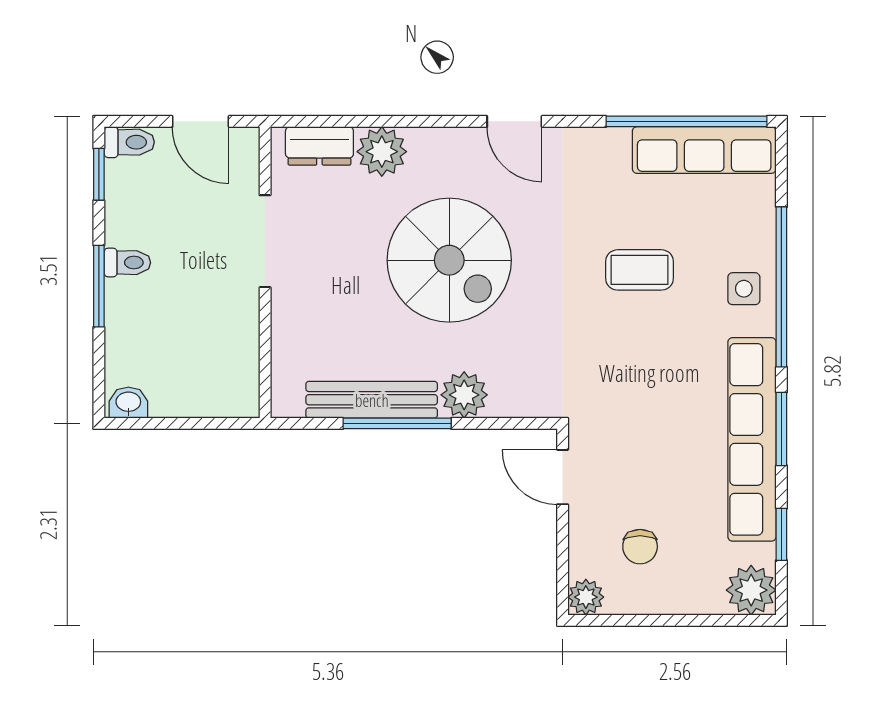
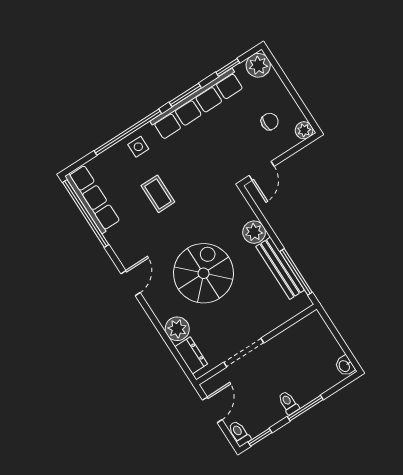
window: (397, 423) -> (296, 272), moved

